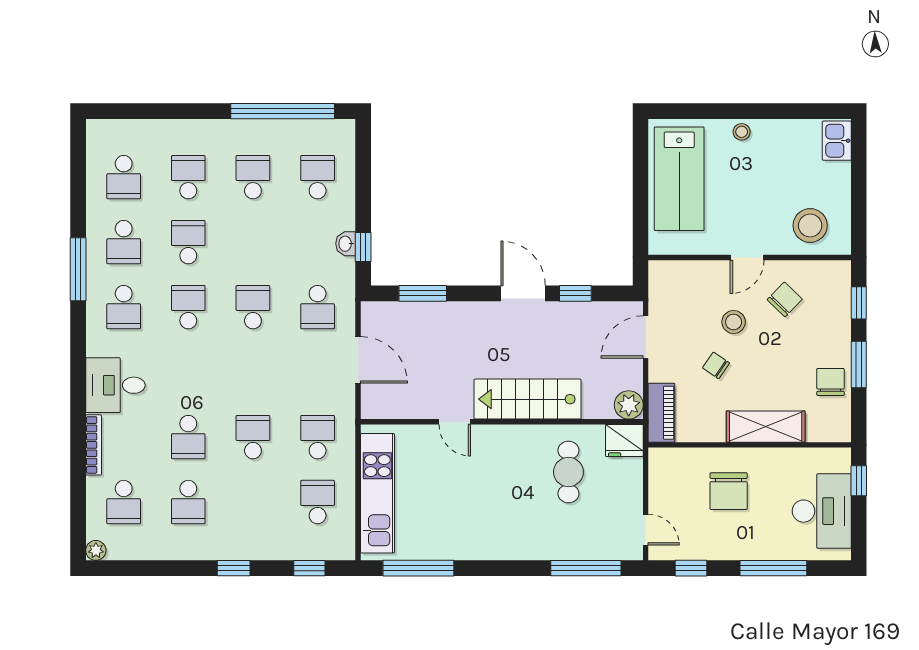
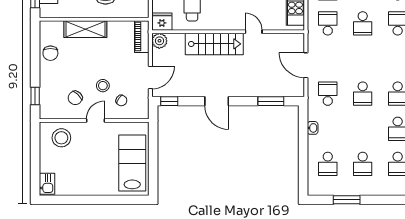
window: (283, 111) -> (347, 200), width x0.47
stool: (742, 132) -> (98, 188), removed
window: (363, 247) -> (303, 126), removed
window: (575, 293) -> (169, 101), moved
chair: (716, 365) -> (121, 101), moved
window: (859, 365) -> (35, 63), removed
school desk: (318, 437) -> (328, 23), turned 180

